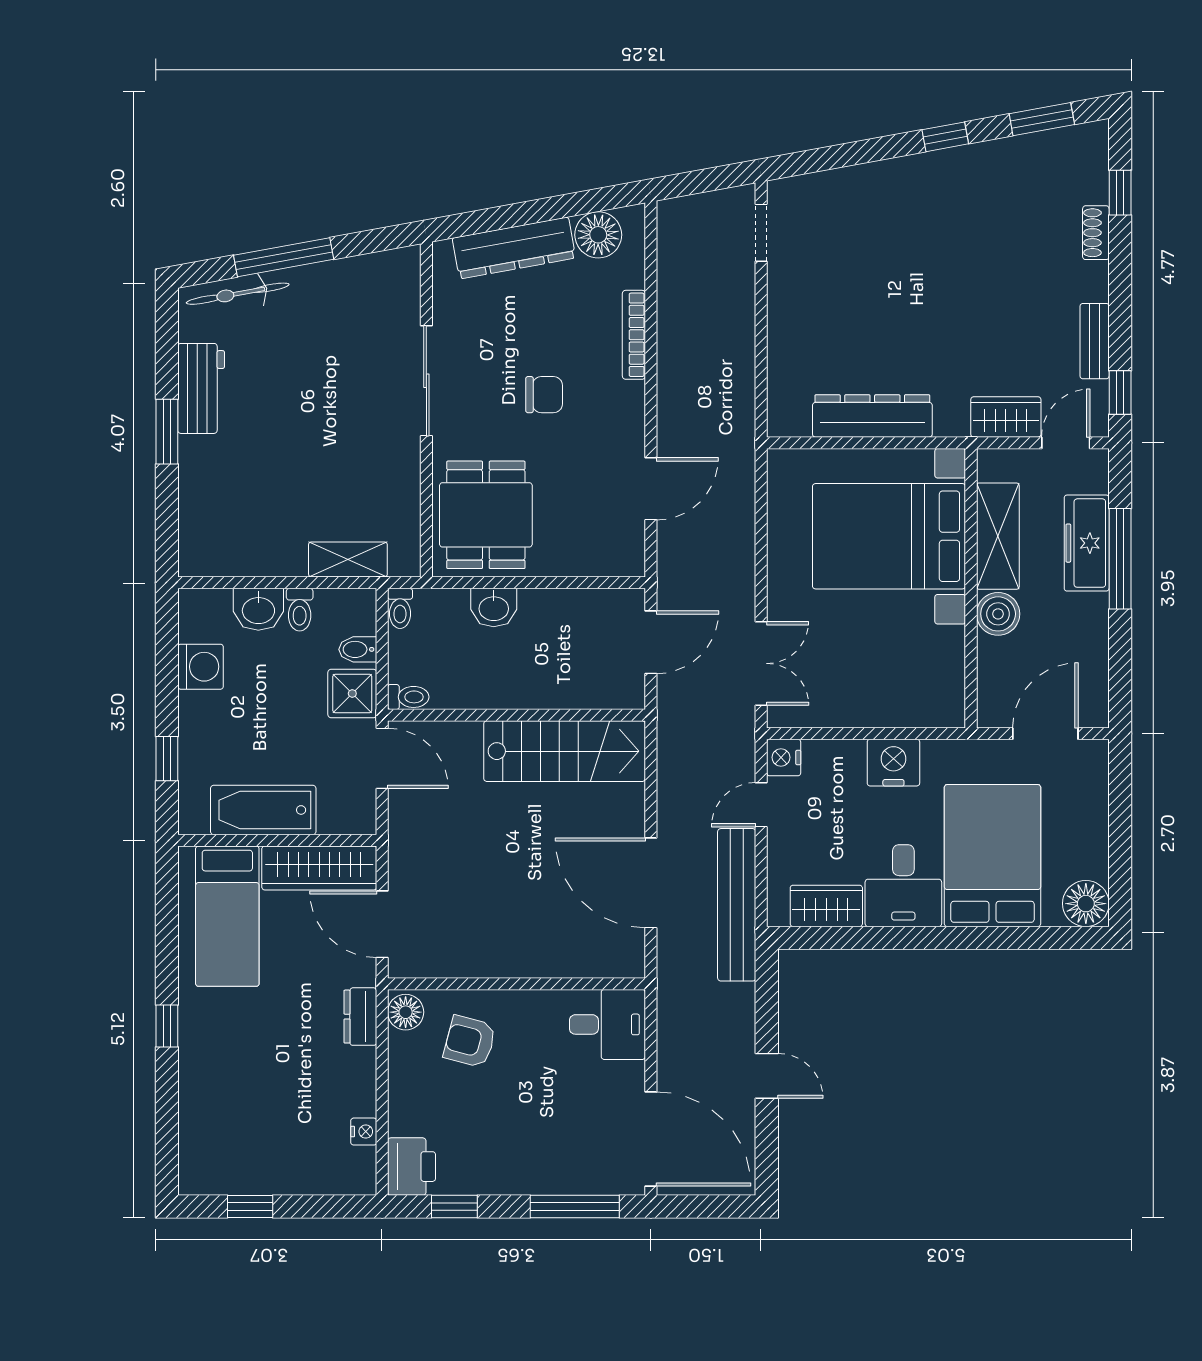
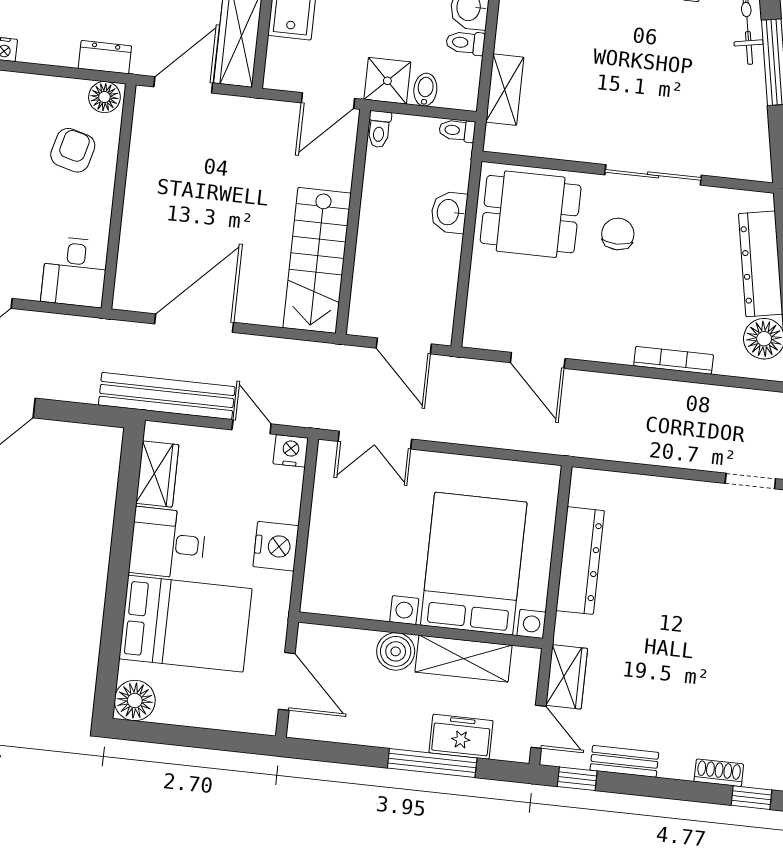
chair: (544, 395) -> (618, 234), moved, turned 180
freezer: (1087, 543) -> (461, 737), width x0.71

